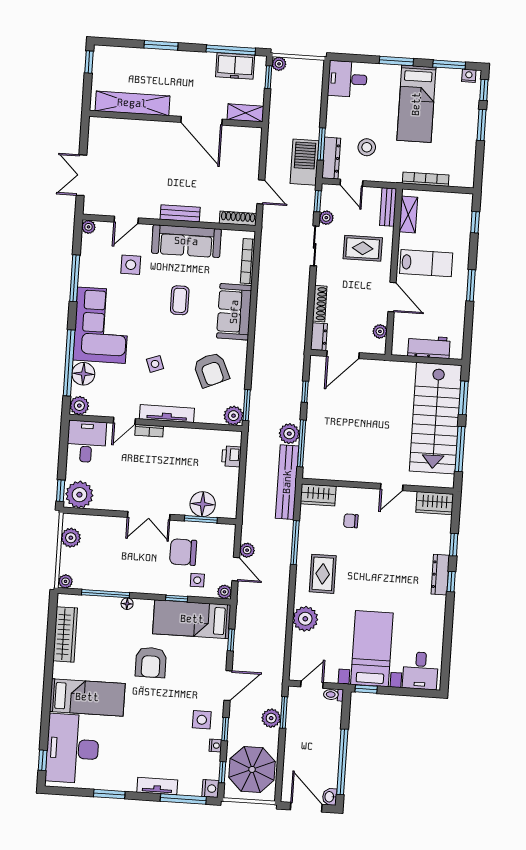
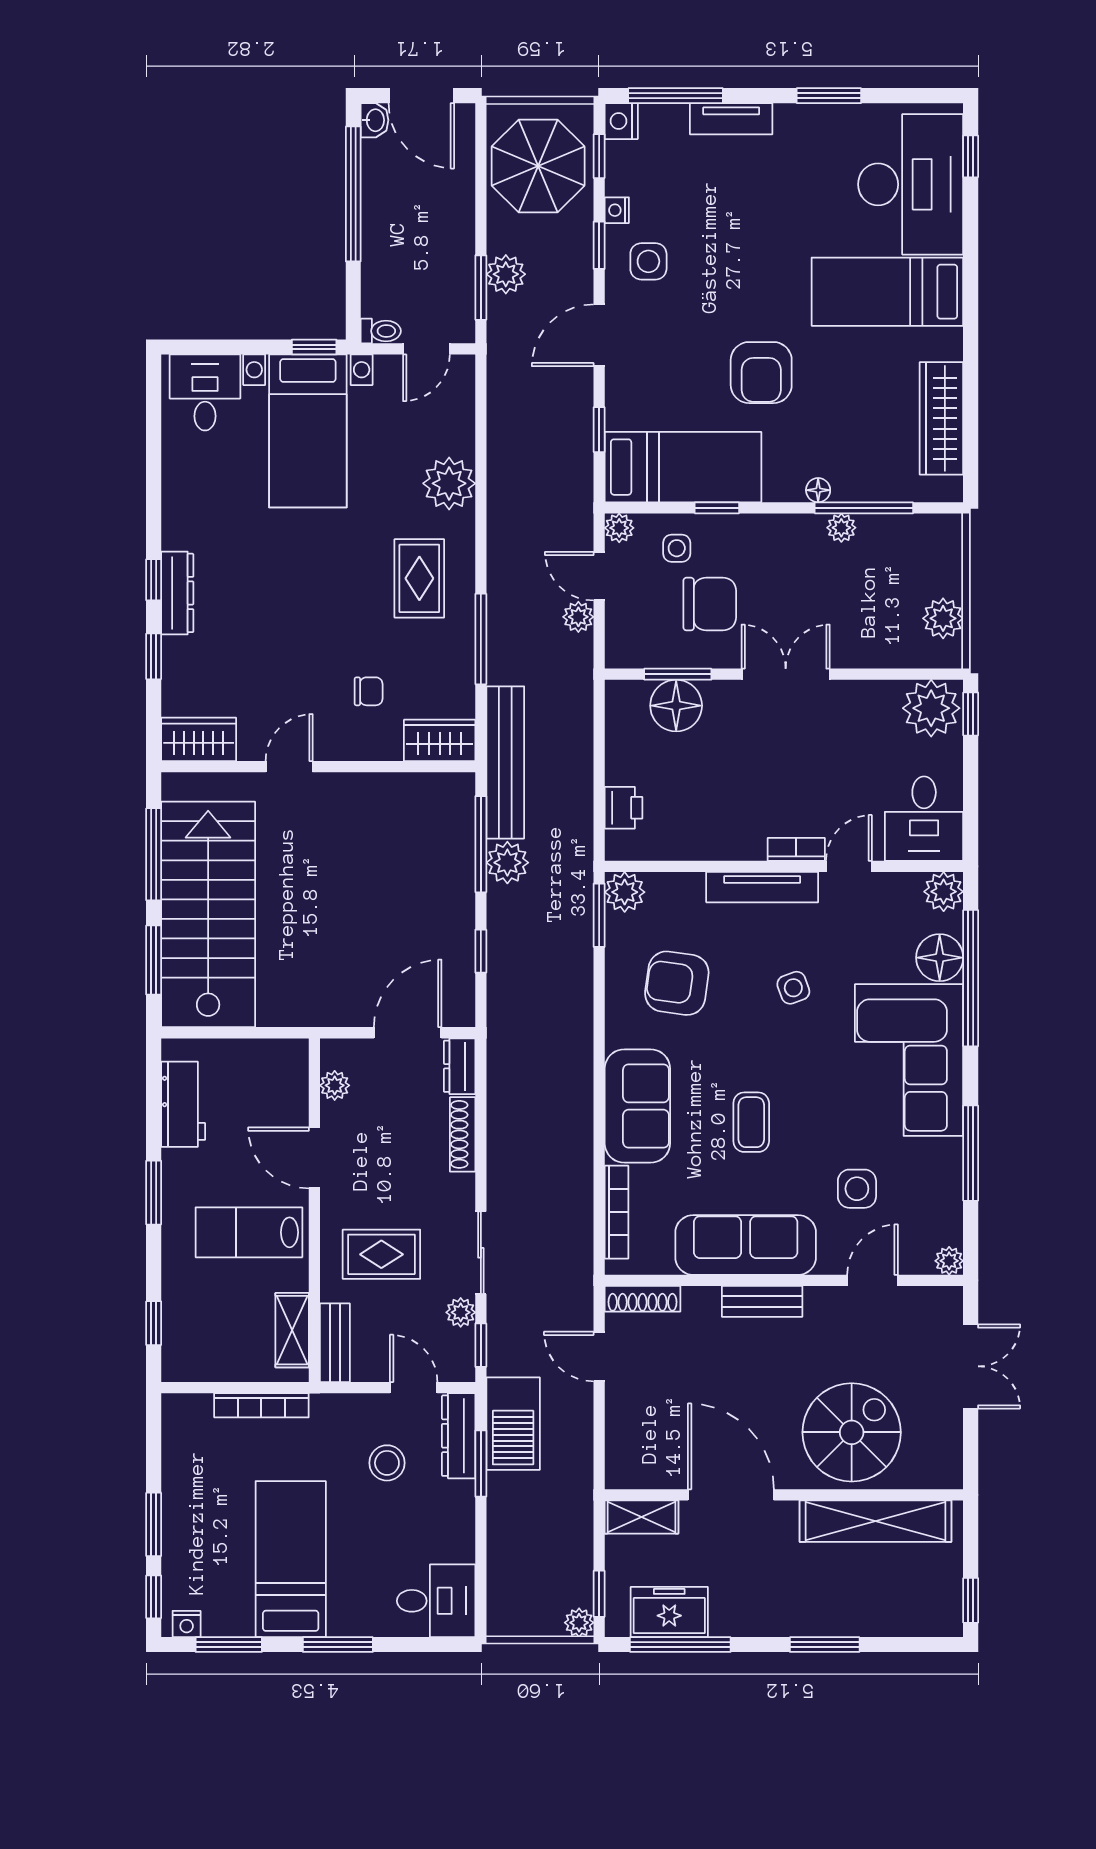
spiral stairs: (141, 147) -> (852, 1432), added
workbench: (429, 347) -> (183, 1104), moved, turned -90
armchair: (211, 370) -> (677, 983), turned -58
plant: (66, 581) -> (841, 528), moved
armchair: (151, 662) -> (761, 373), turned 180

